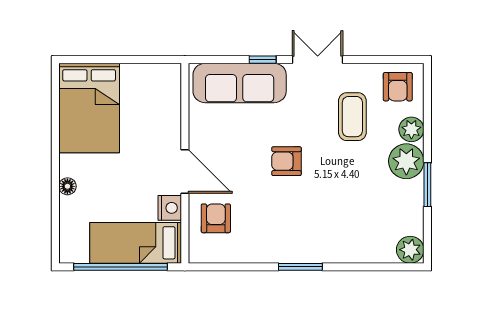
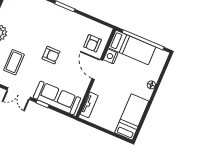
tv unit: (171, 96) -> (89, 105), added
bed: (89, 108) -> (132, 117), width x0.67

